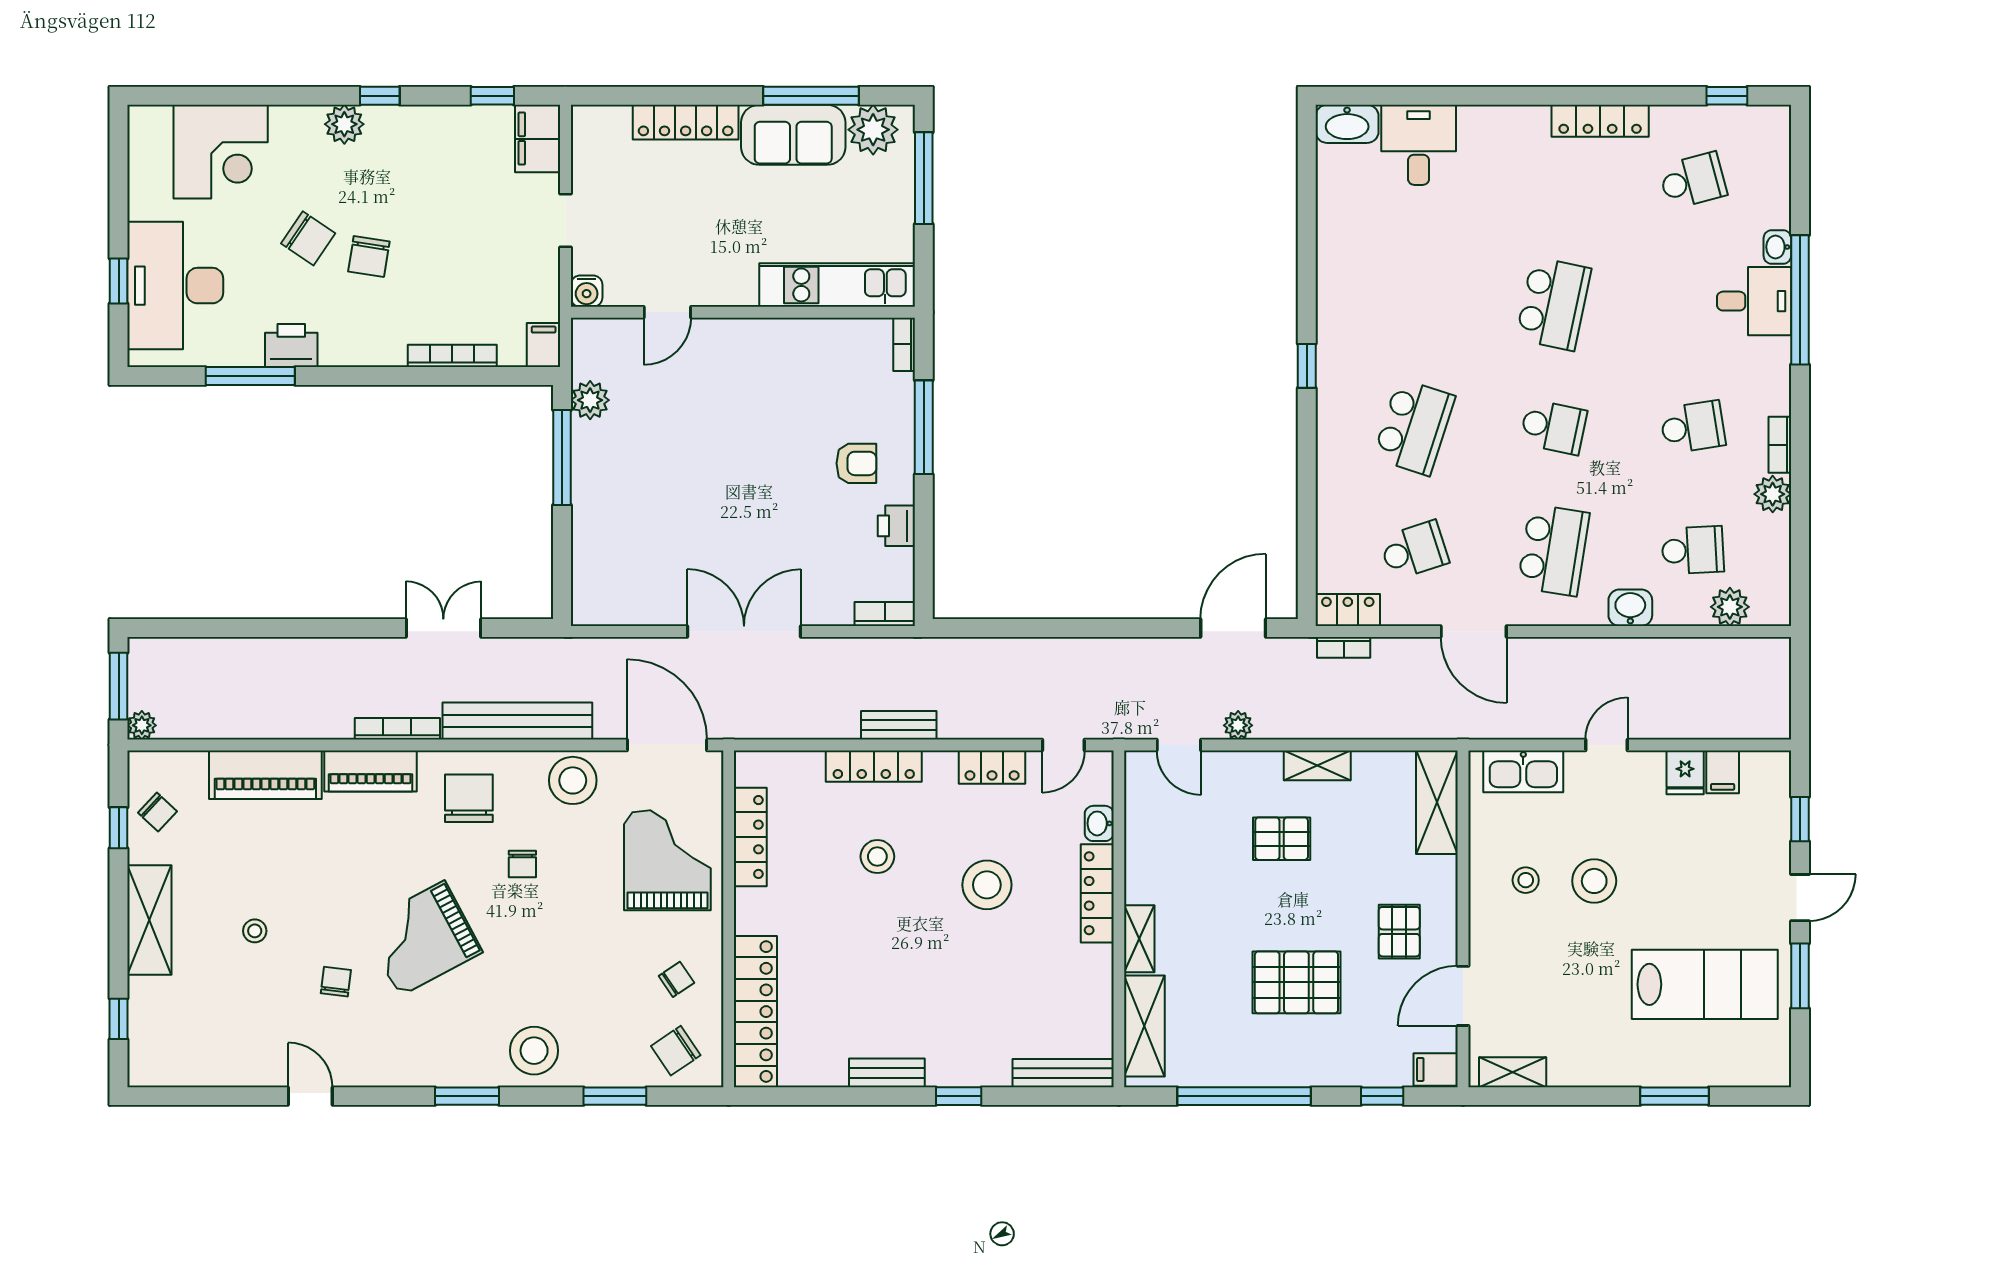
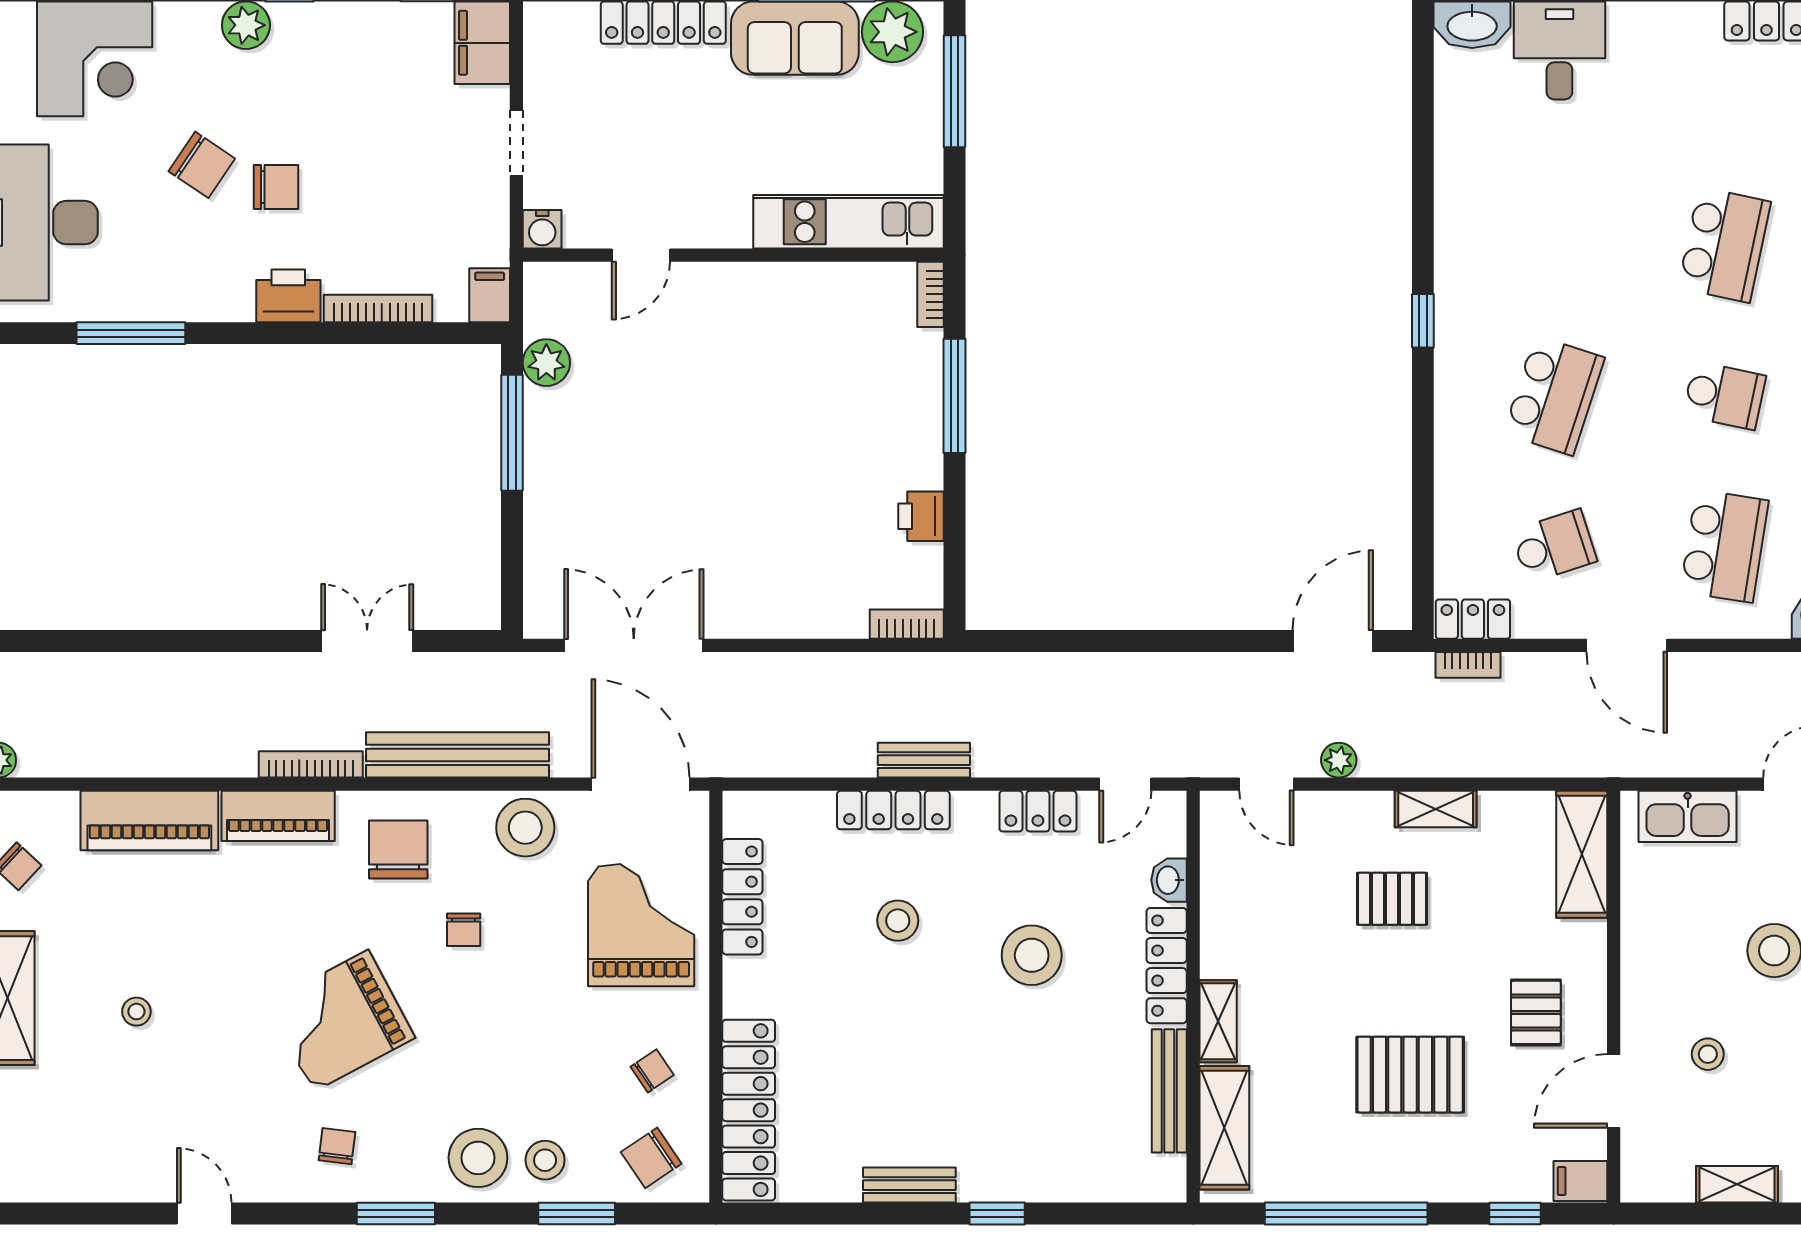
chair: (369, 256) -> (276, 187), turned -99
printer: (291, 346) -> (288, 296), moved
armchair: (856, 463) -> (872, 440), removed
double door: (744, 631) -> (634, 645), moved
stool: (1526, 880) -> (1708, 1054), moved
chair: (336, 982) -> (337, 1146), moved
stool: (589, 1052) -> (545, 1160), added
shelving: (1513, 1072) -> (1737, 1184), moved
bench: (1063, 1073) -> (1169, 1091), moved, turned 90

